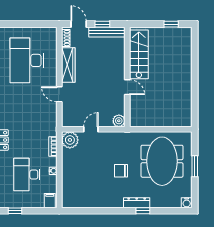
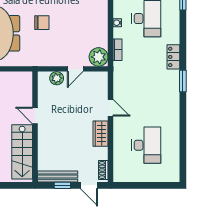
desk: (27, 60) -> (146, 145), width x0.73, depth x0.77
wardrobe: (68, 65) -> (100, 134), width x0.67
plant: (119, 121) -> (57, 78), moved

